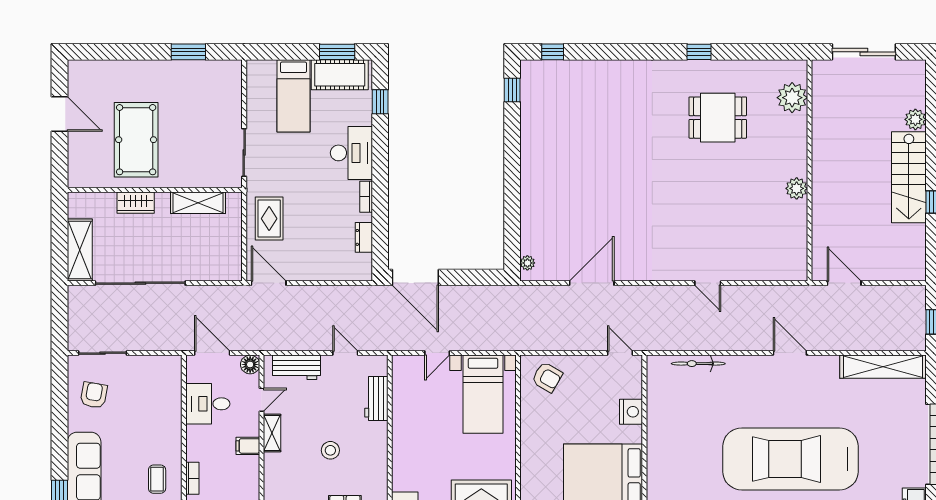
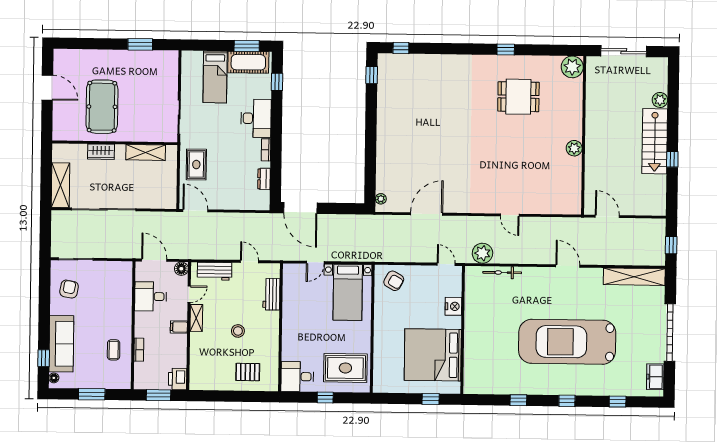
plant: (792, 98) -> (572, 67), moved
plant: (671, 337) -> (482, 253), added

